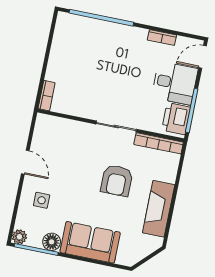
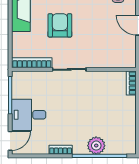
plant: (103, 31) -> (96, 146), added
bookcase: (162, 38) -> (61, 150), moved
printer: (176, 119) -> (22, 86), removed

